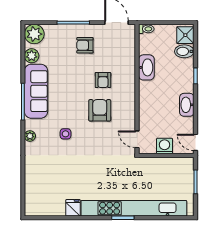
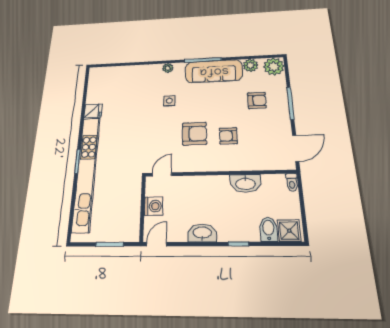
armchair: (85, 45) -> (257, 100), moved, turned 90

